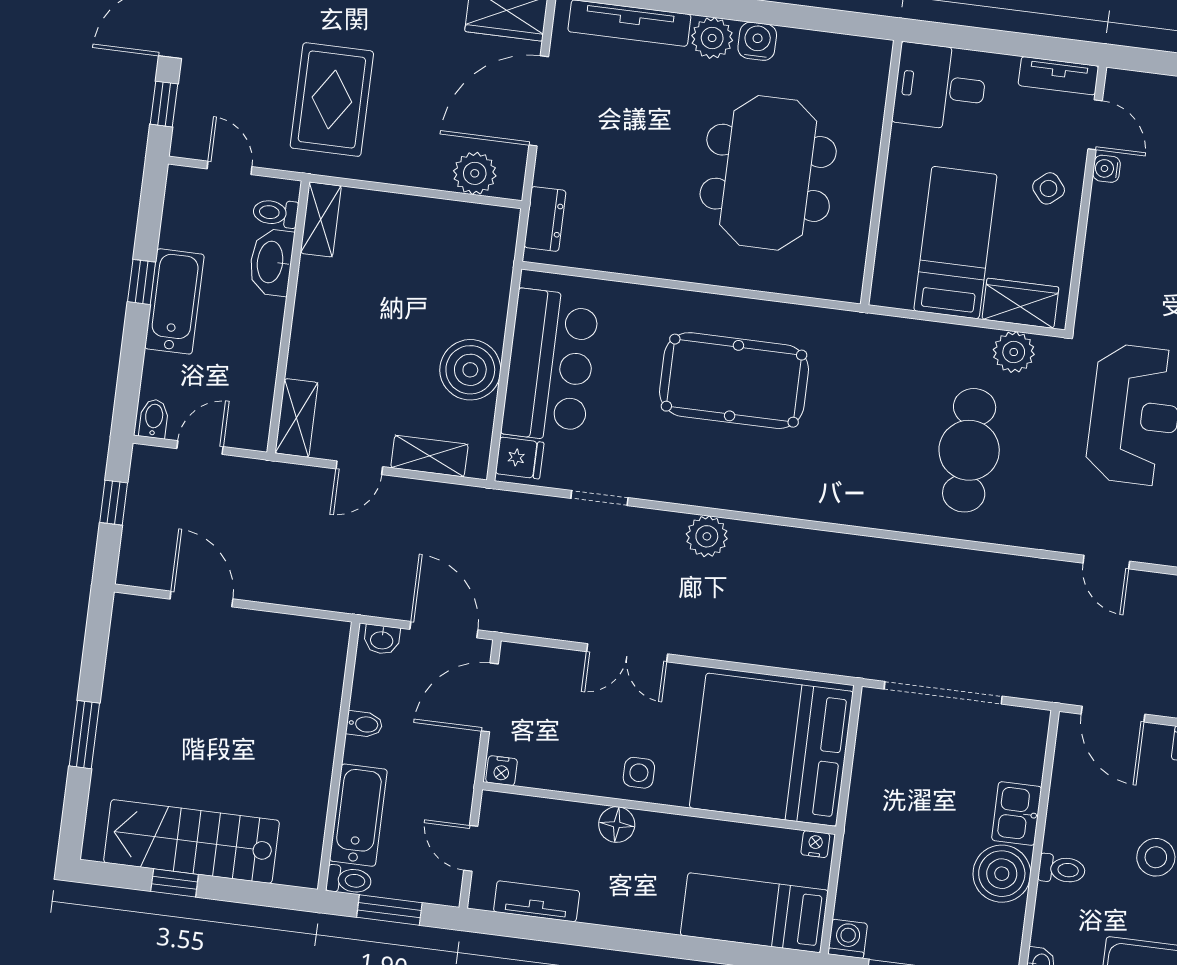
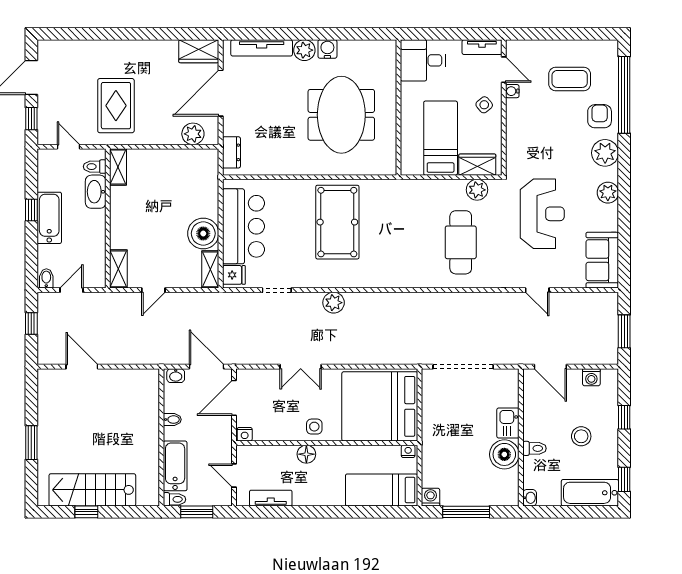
pool table: (734, 381) -> (337, 222), turned 90
shelving: (429, 456) -> (210, 269), moved, turned 90

